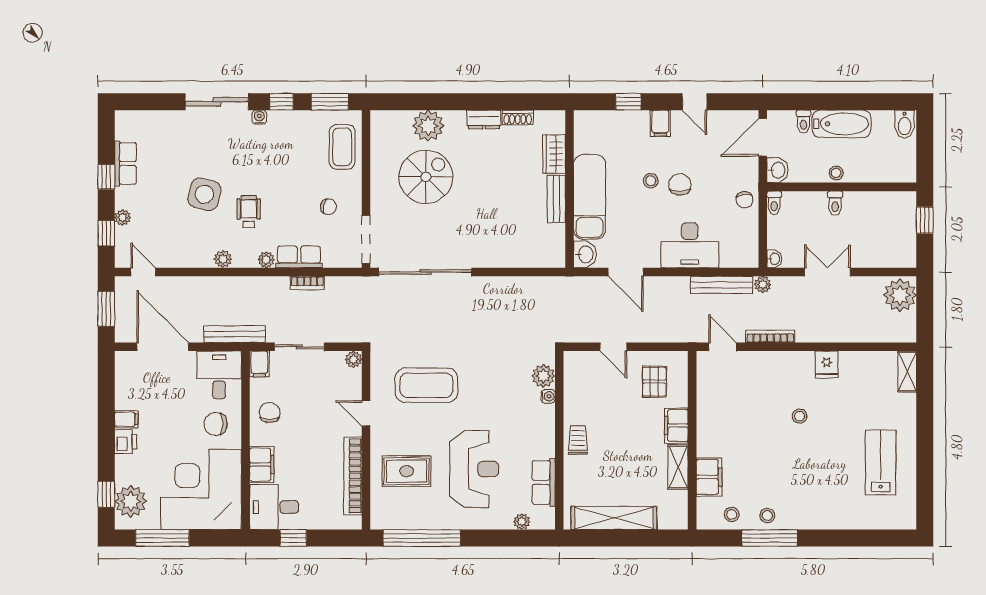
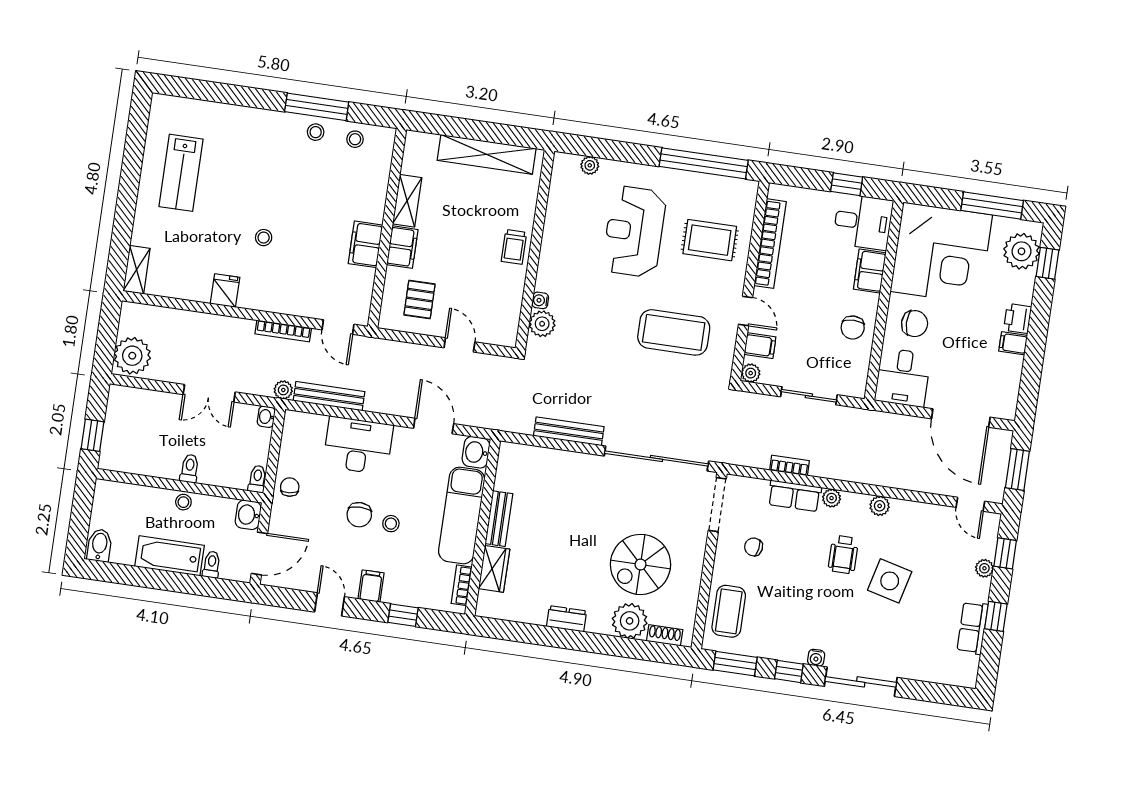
shoe rack: (518, 117) -> (665, 635), moved
bookcase: (581, 135) -> (462, 585), added
bench: (234, 334) -> (569, 431), moved
filing cabinet: (259, 364) -> (760, 346), moved, turned 90
filing cabinet: (709, 477) -> (365, 244), moved
row of seats: (544, 482) -> (559, 205), removed

